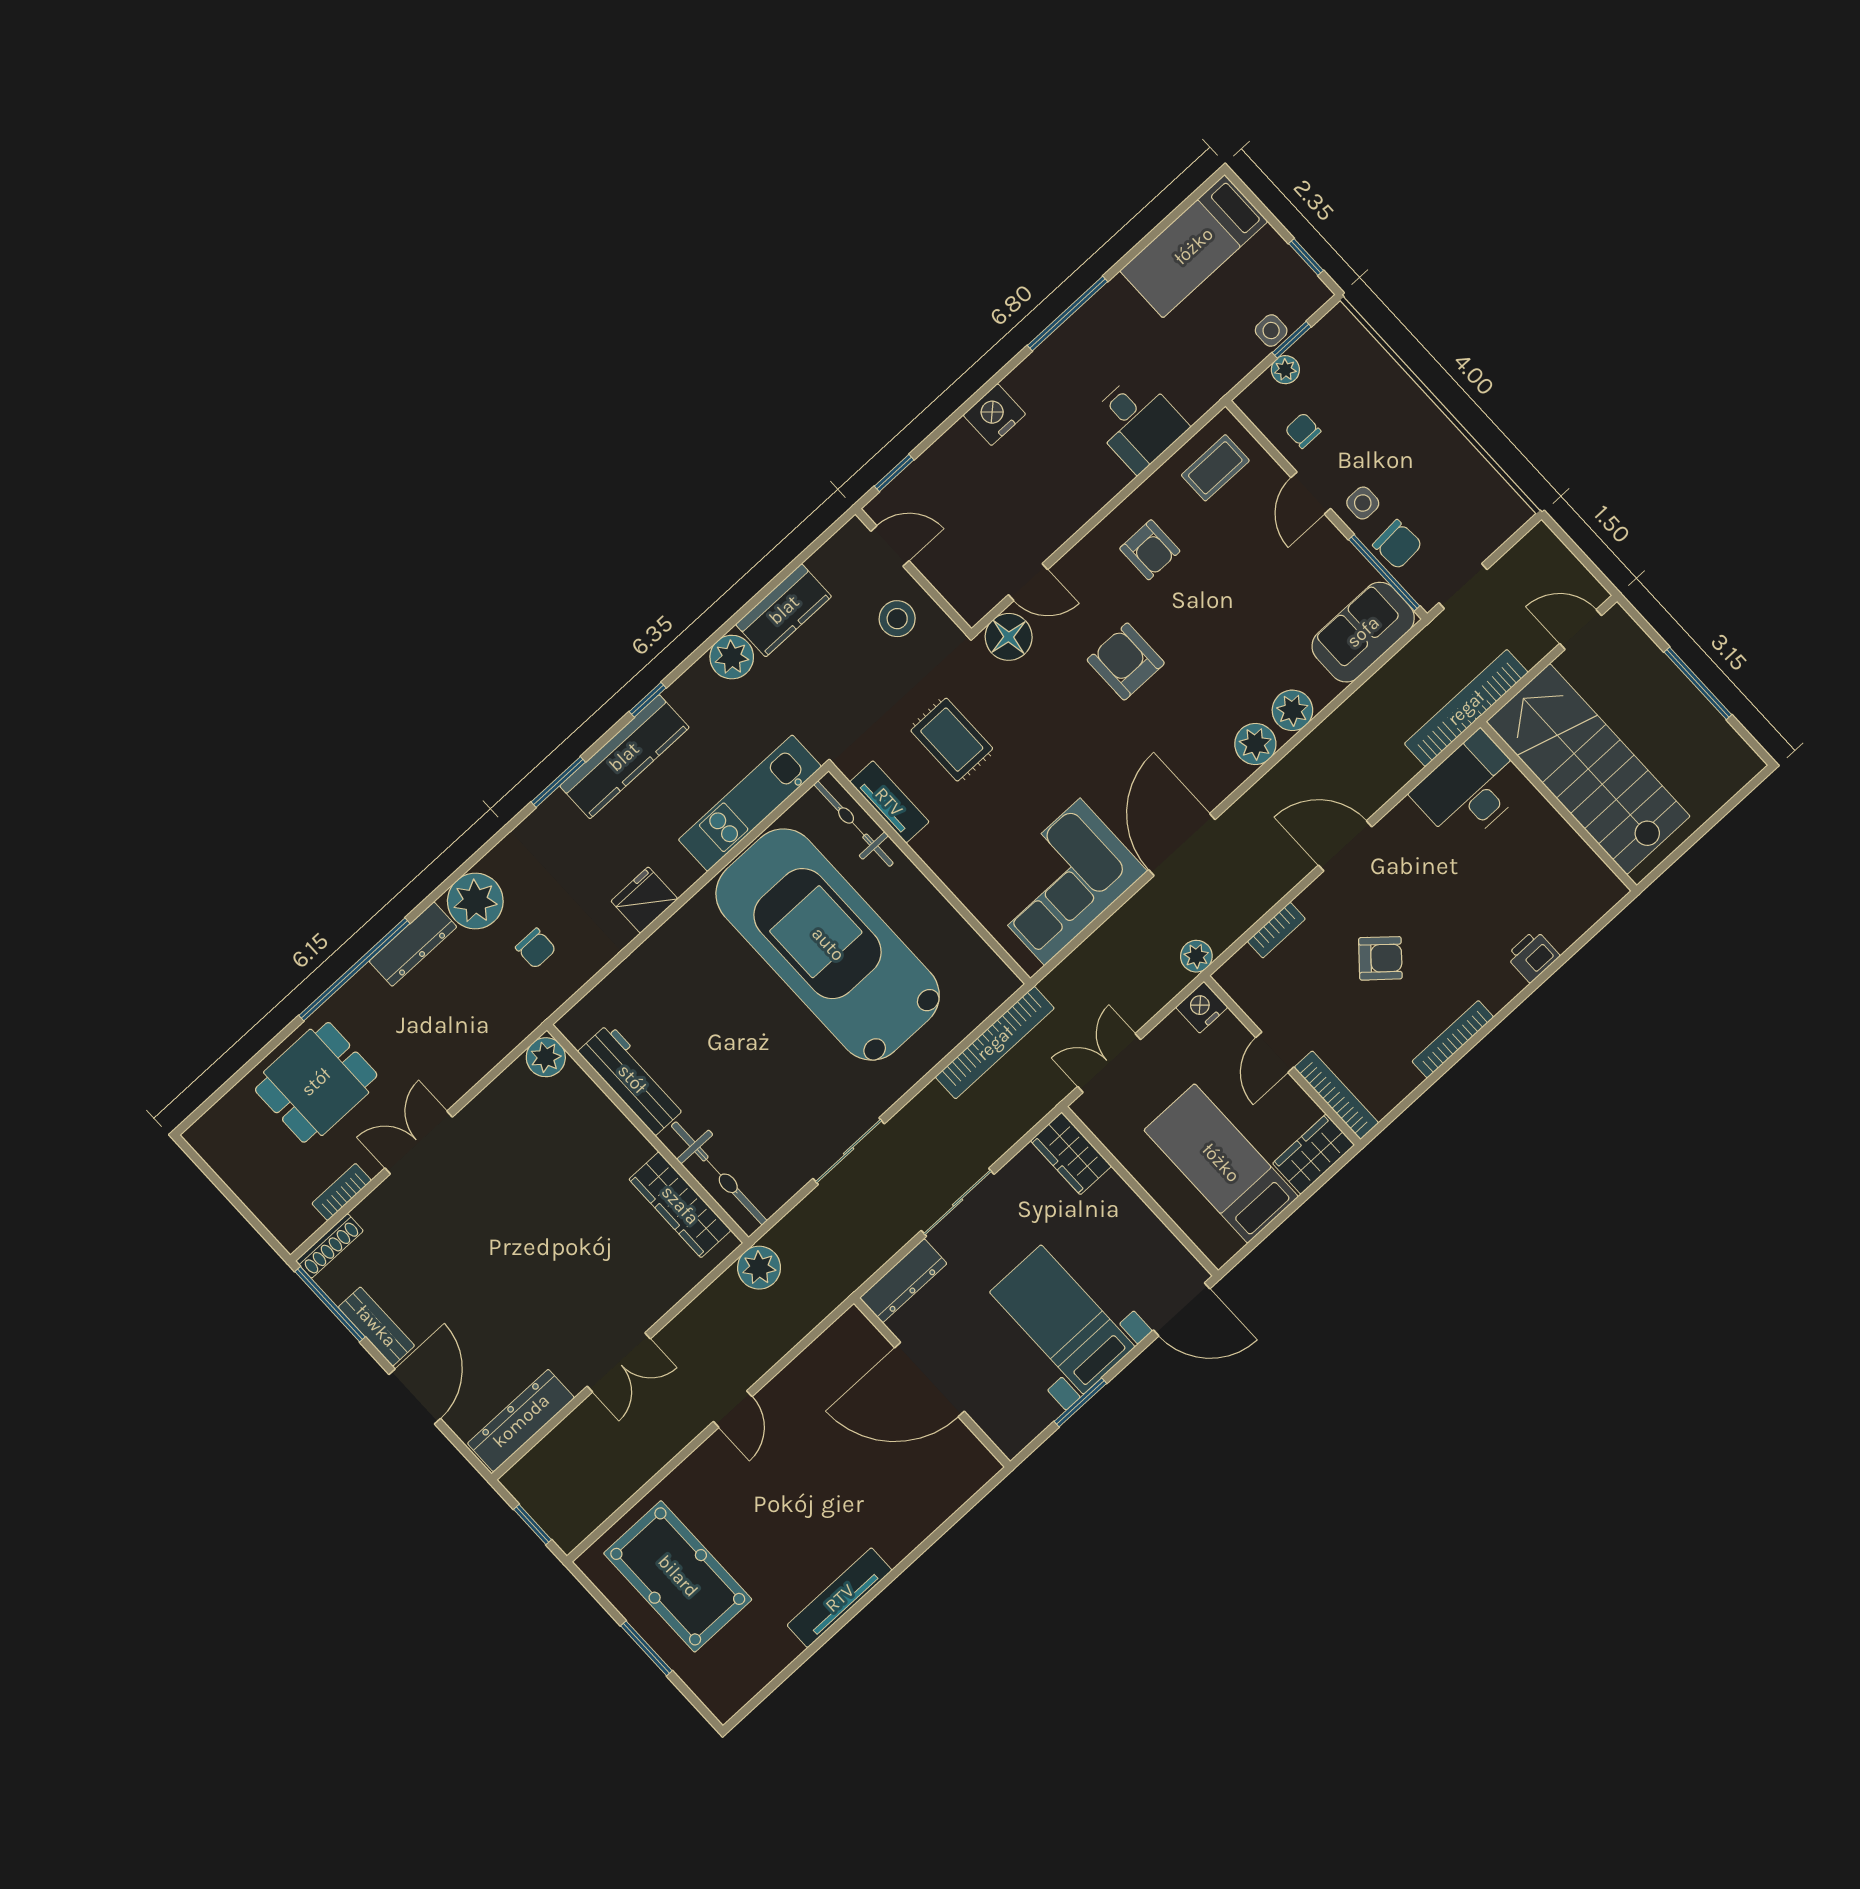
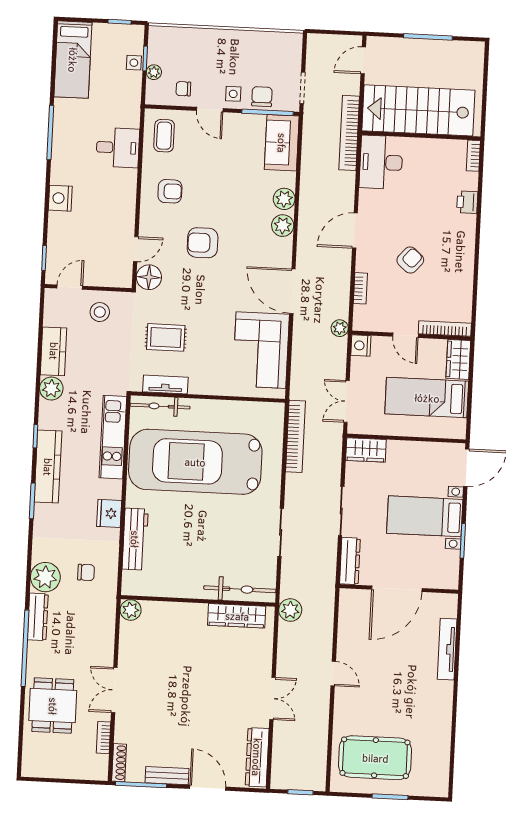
chair: (1398, 544) -> (262, 97), turned -86
bookcase: (1453, 1039) -> (473, 156), moved, width x0.64
workbench: (632, 1079) -> (135, 539), moved, turned 90
tv unit: (840, 1598) -> (447, 649), moved

